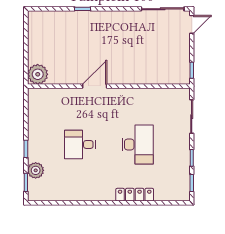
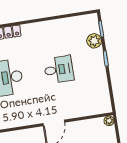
plant: (38, 74) -> (109, 121), width x0.53, depth x0.53

